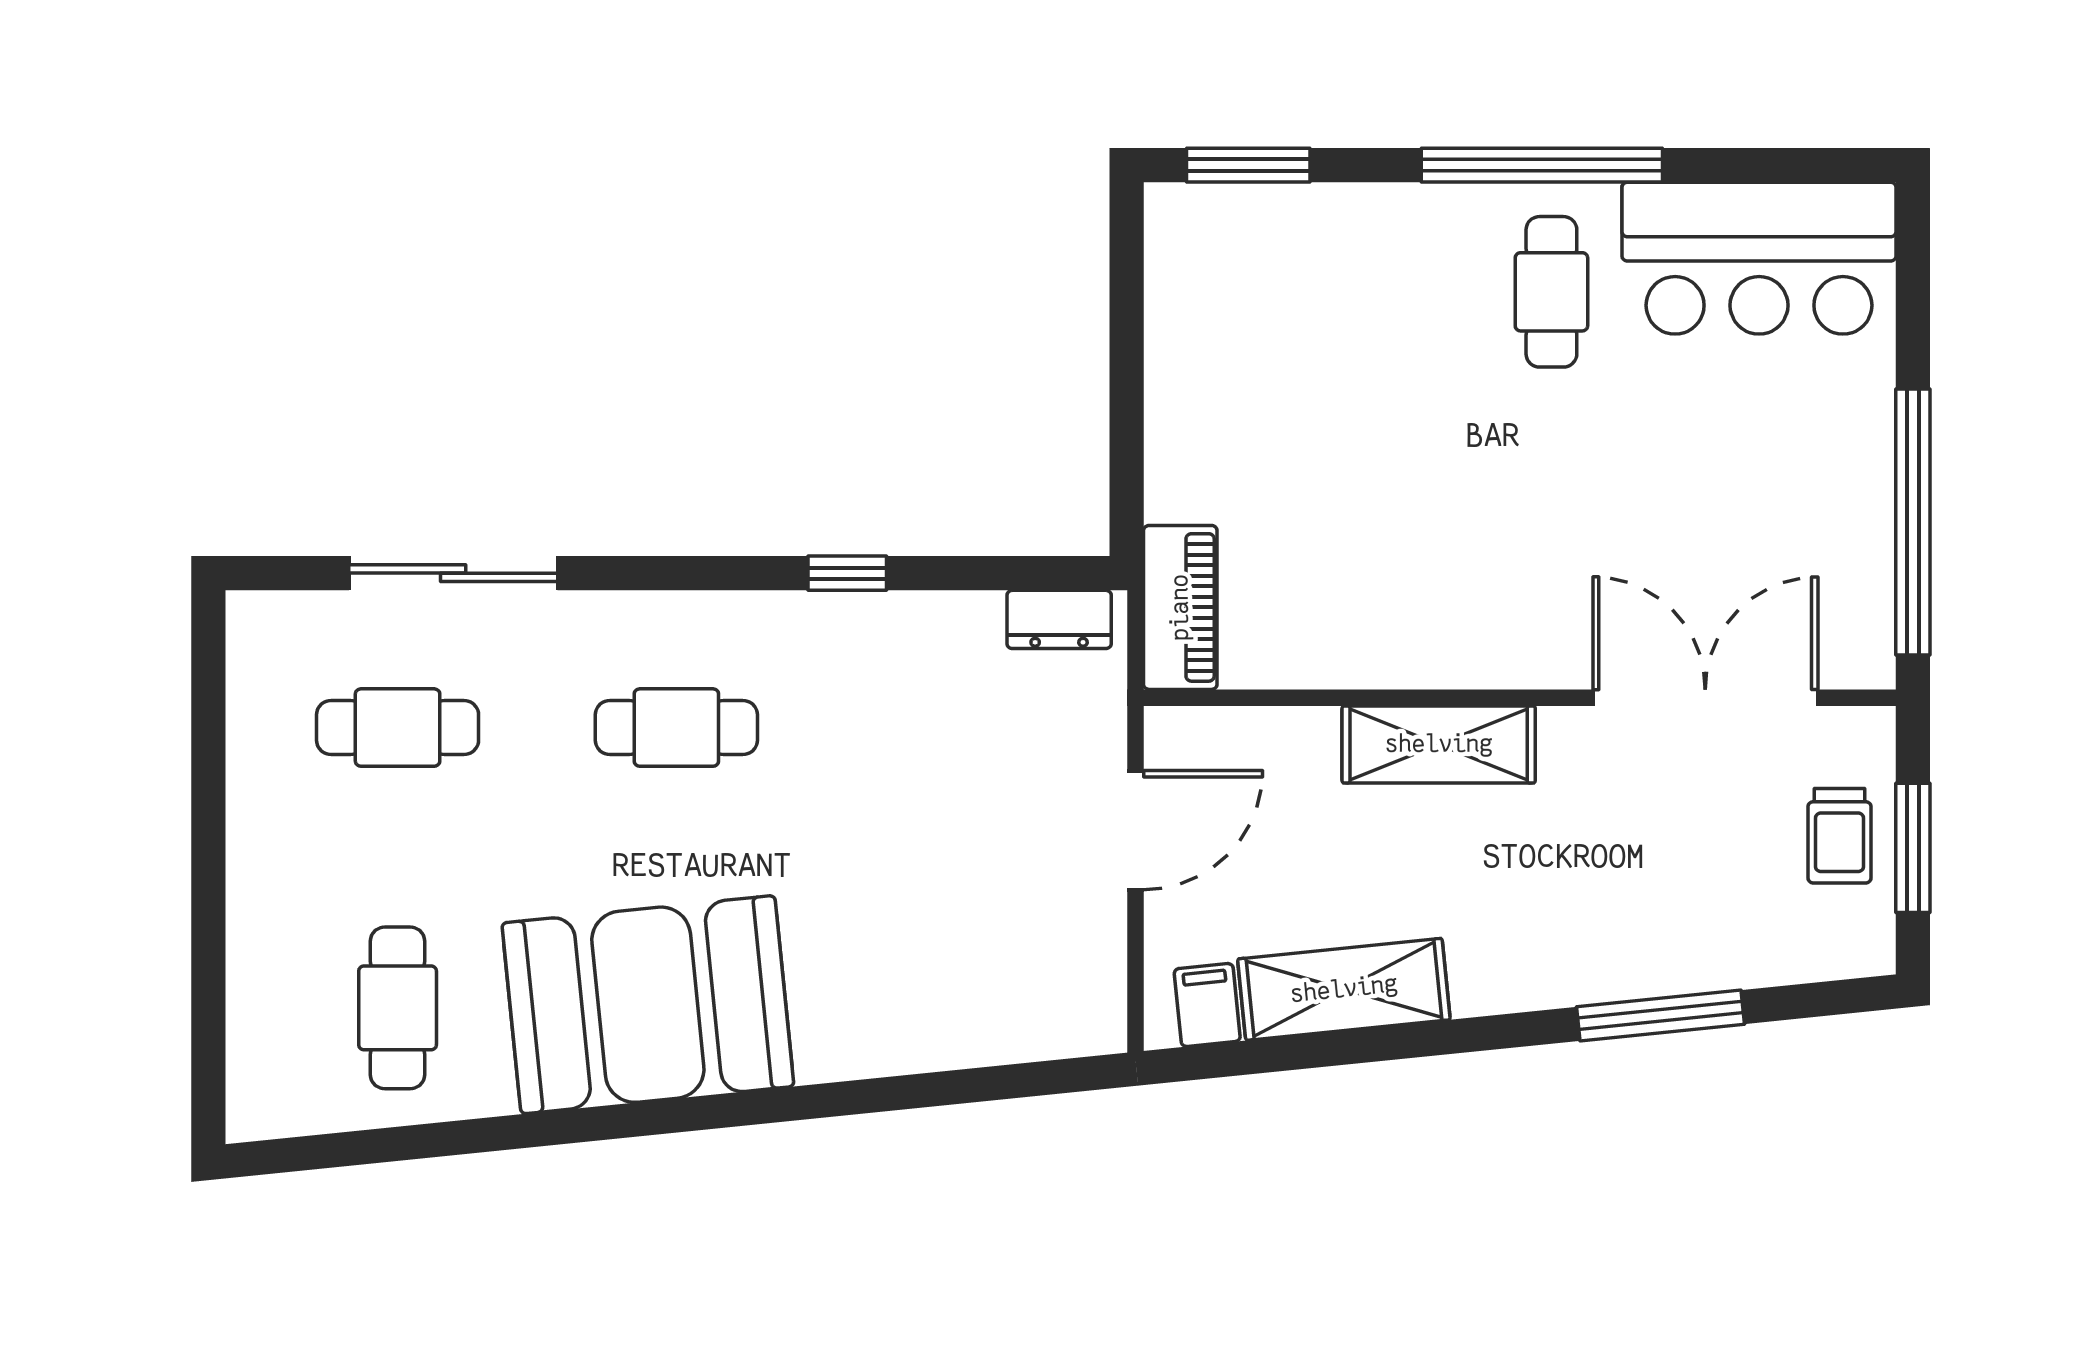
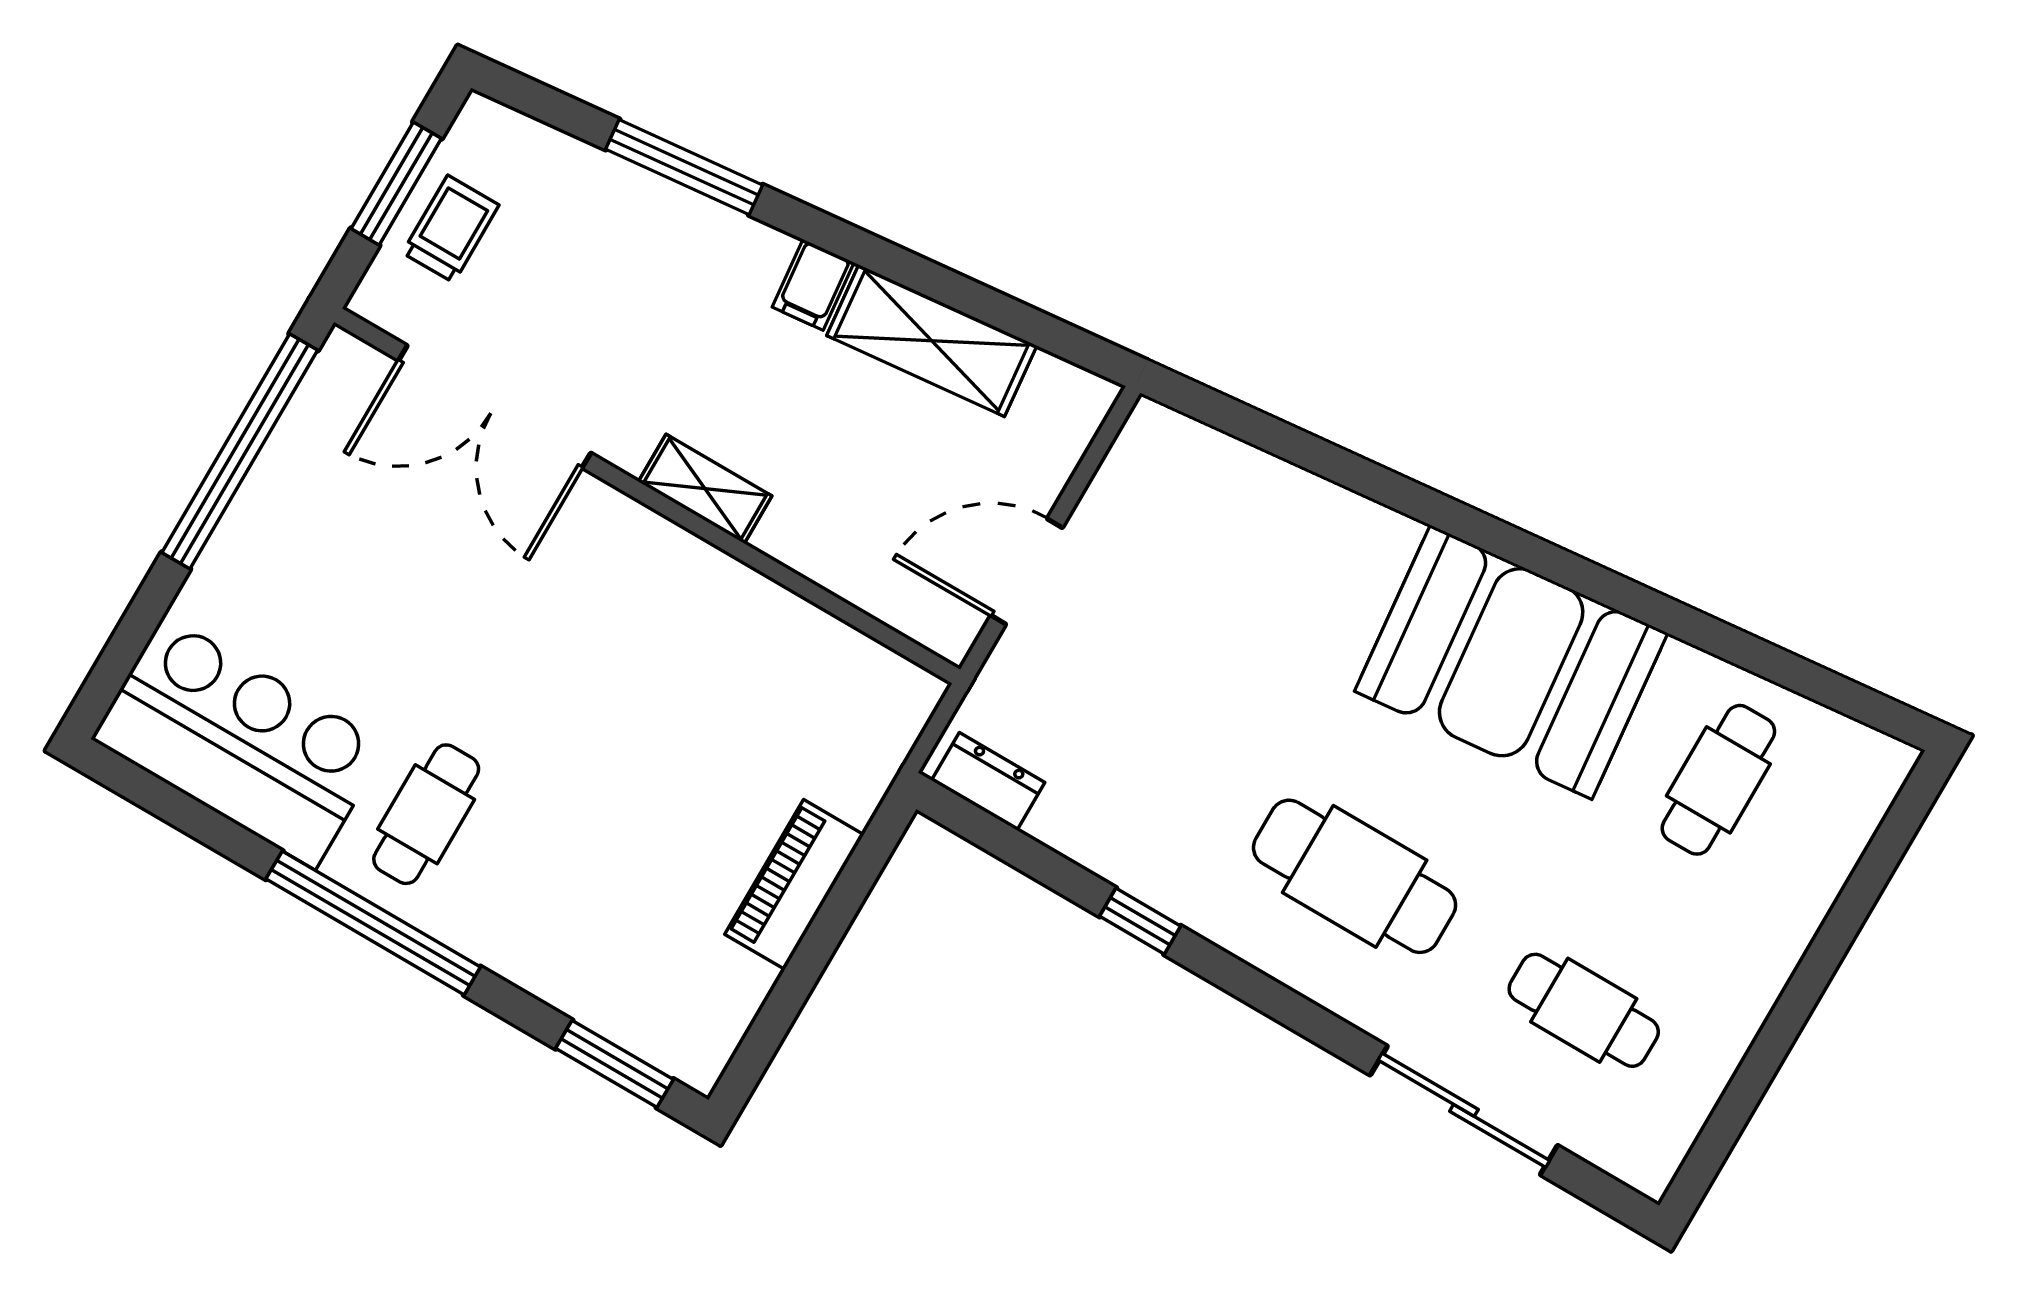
piano: (1180, 607) -> (794, 884), moved
cafe table: (676, 728) -> (1355, 876), width x1.37, depth x1.35
shelving: (1439, 744) -> (705, 489), width x0.67, depth x0.75
filing cabinet: (1207, 1005) -> (813, 285), moved

